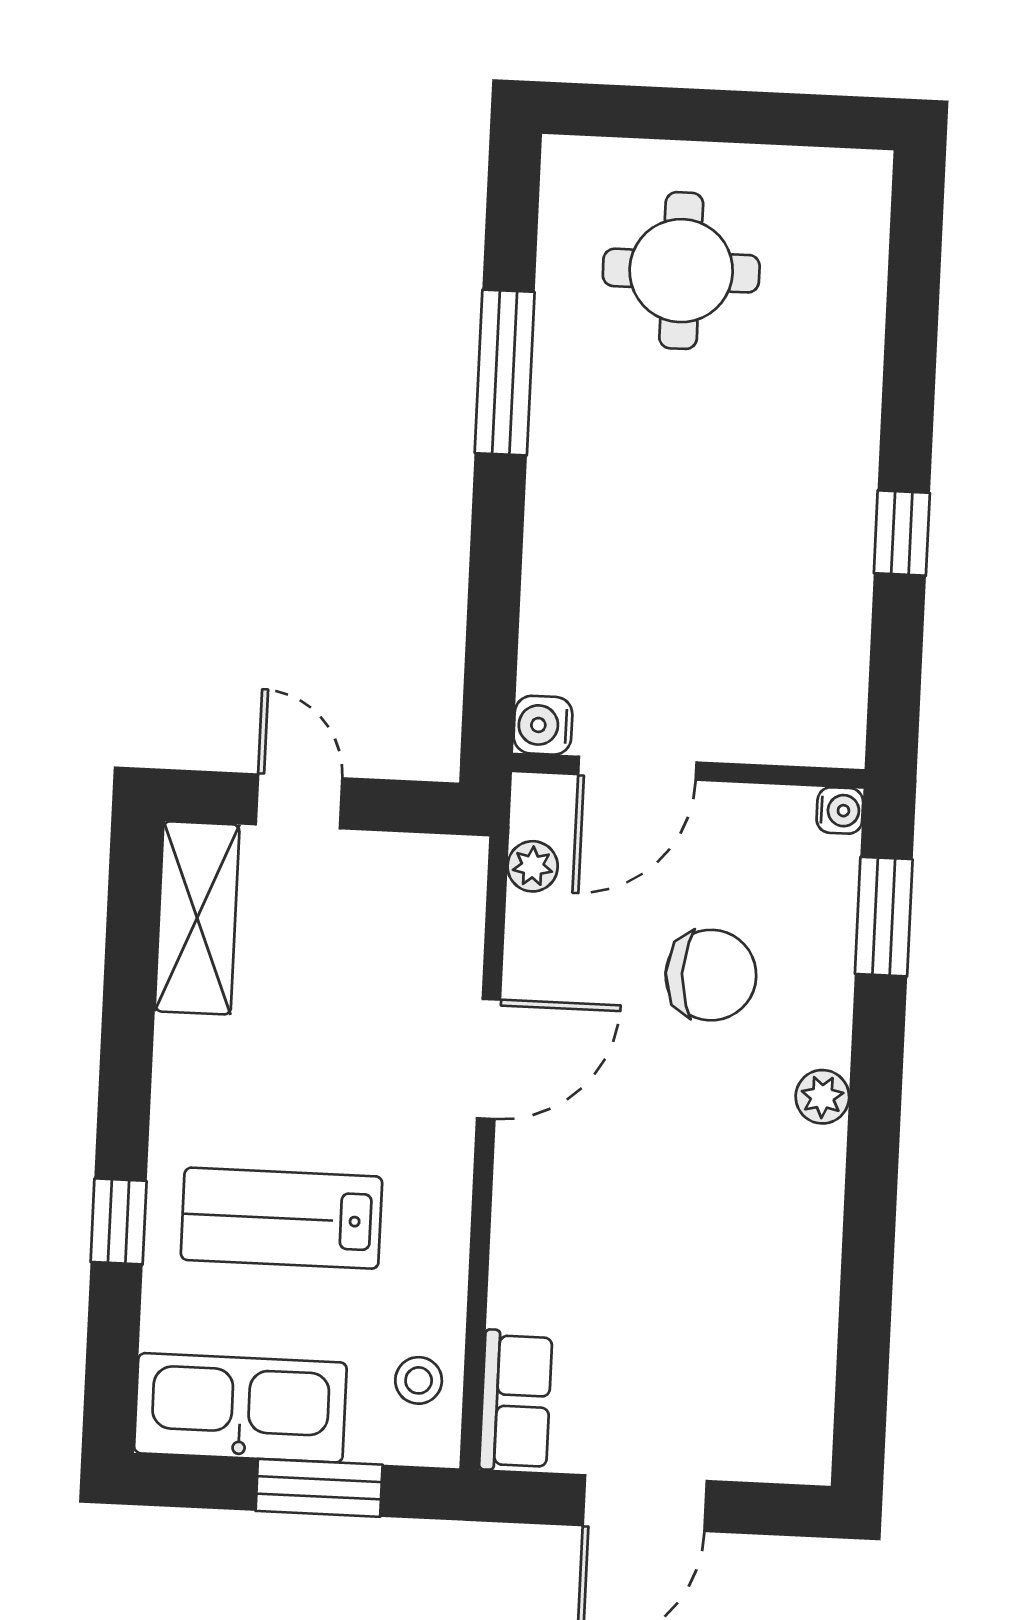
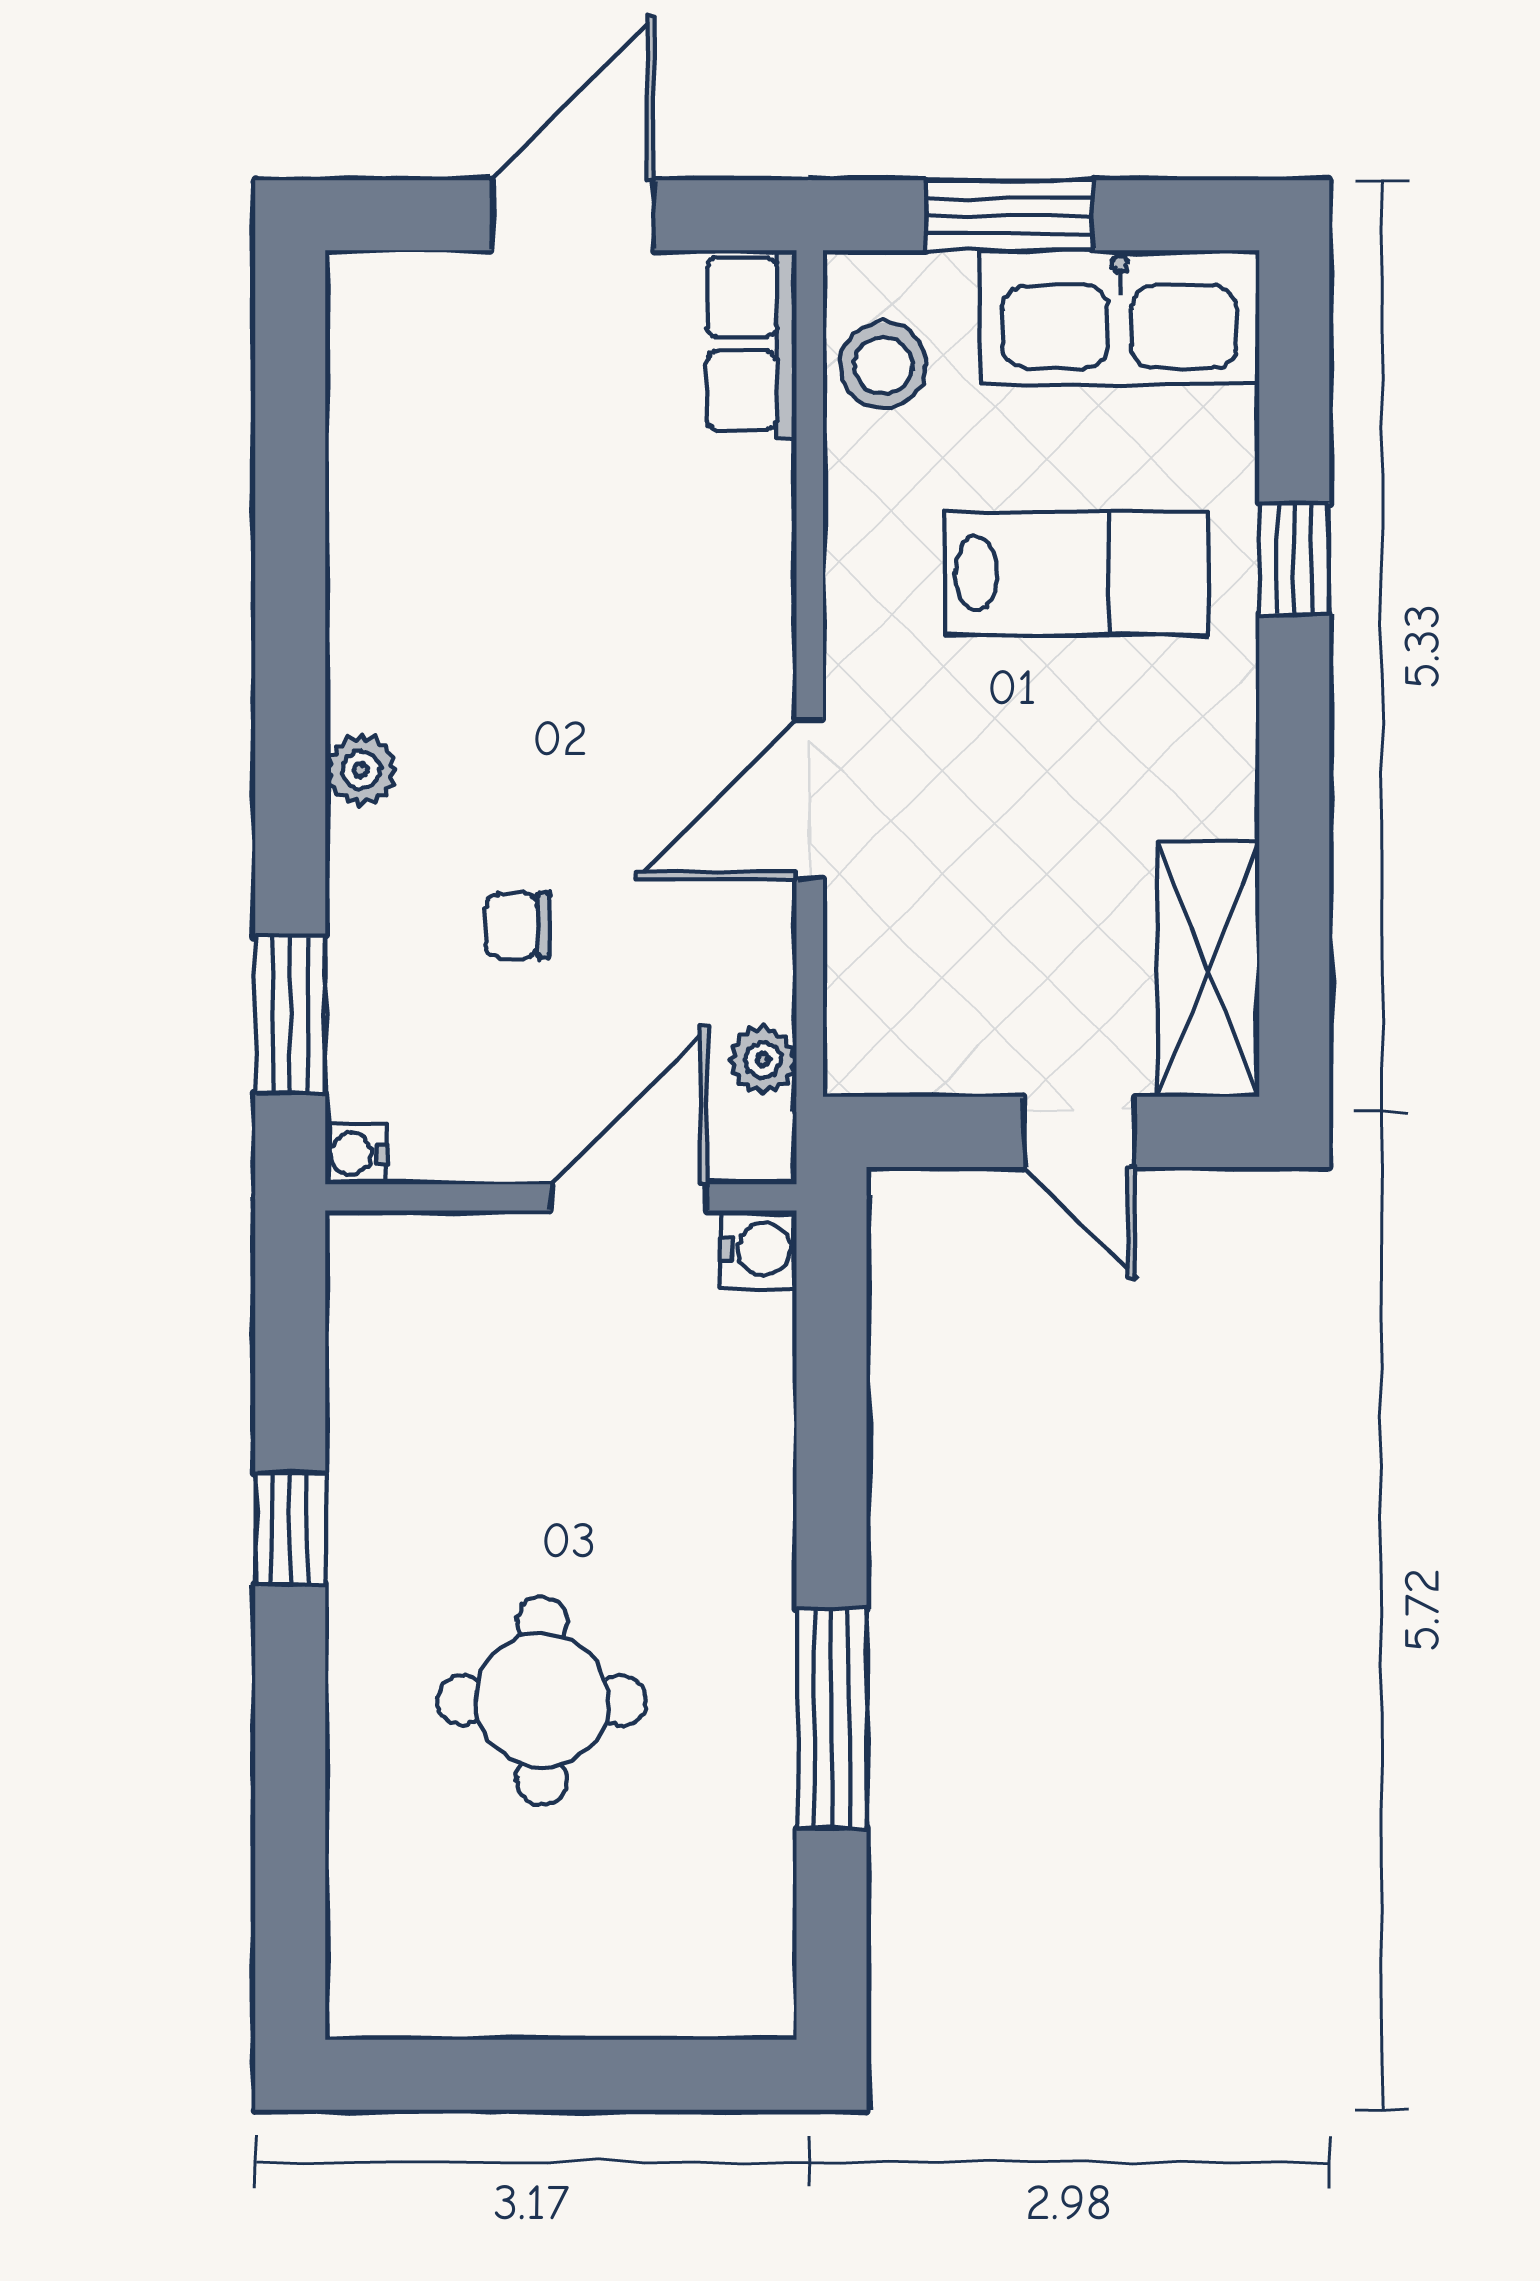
round table: (681, 271) -> (542, 1701), moved
chair: (711, 975) -> (518, 926), width x0.54, depth x0.54
stool: (419, 1380) -> (883, 365), width x1.37, depth x1.37

